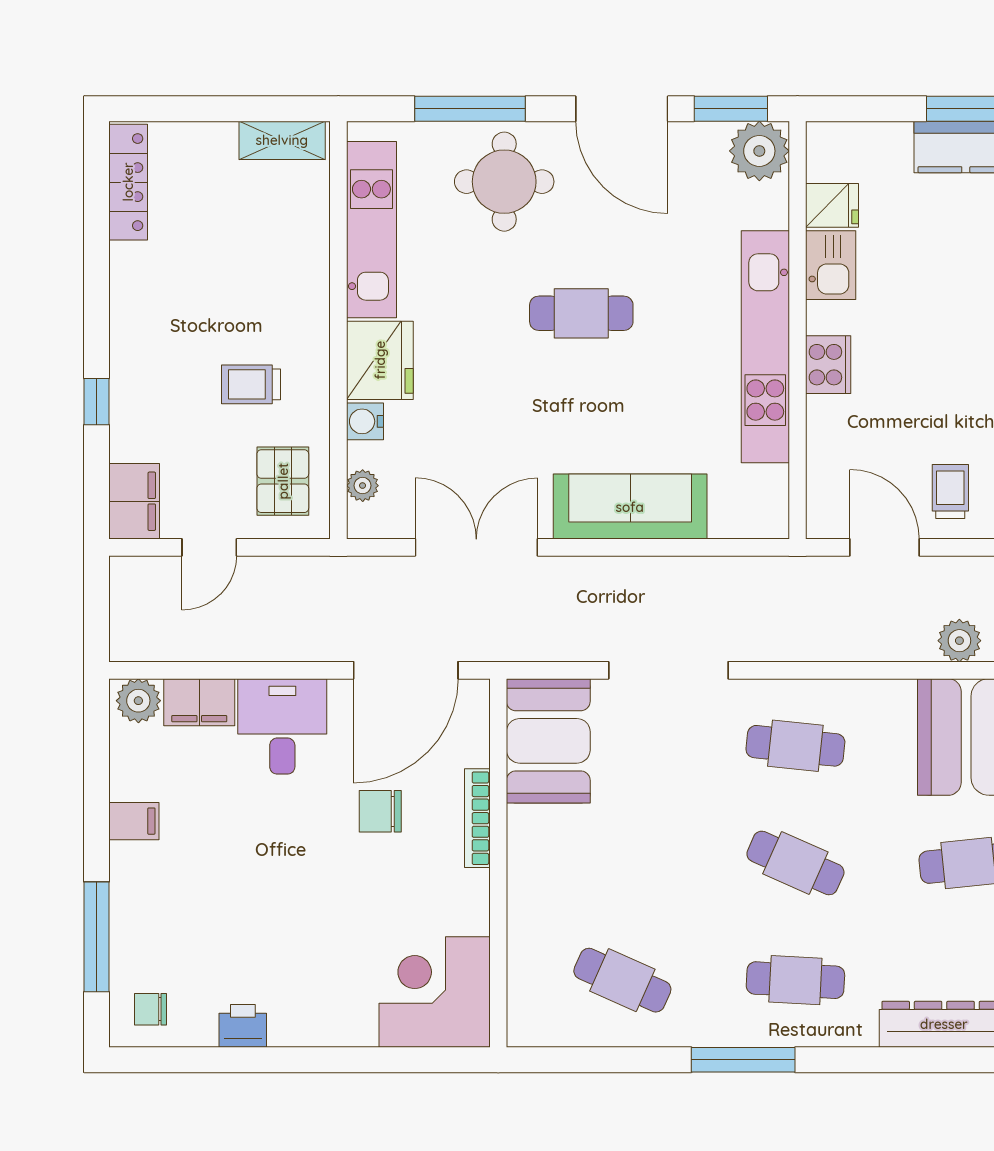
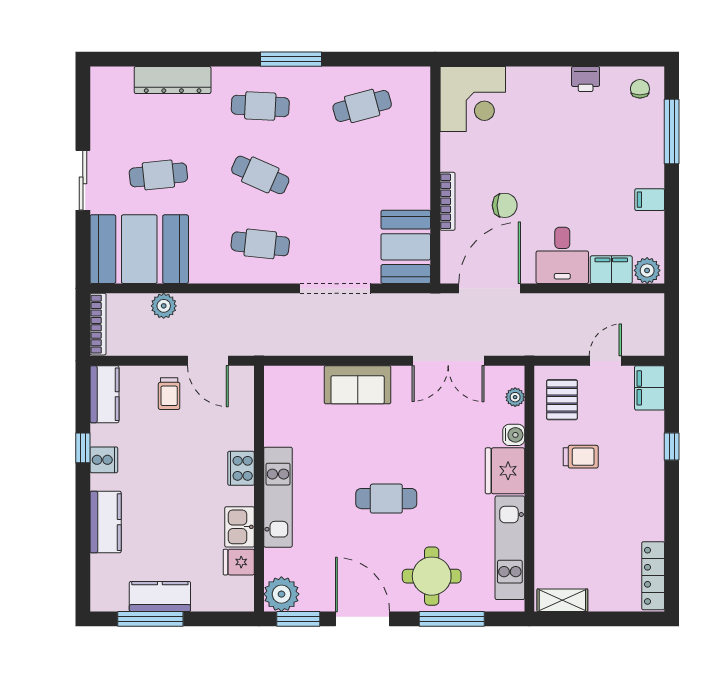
kitchen unit: (765, 347) -> (278, 497), width x0.73
sofa: (630, 507) -> (358, 385), width x0.73
cafe table: (622, 980) -> (362, 106), turned -39
chair: (150, 1009) -> (640, 89), turned -90

